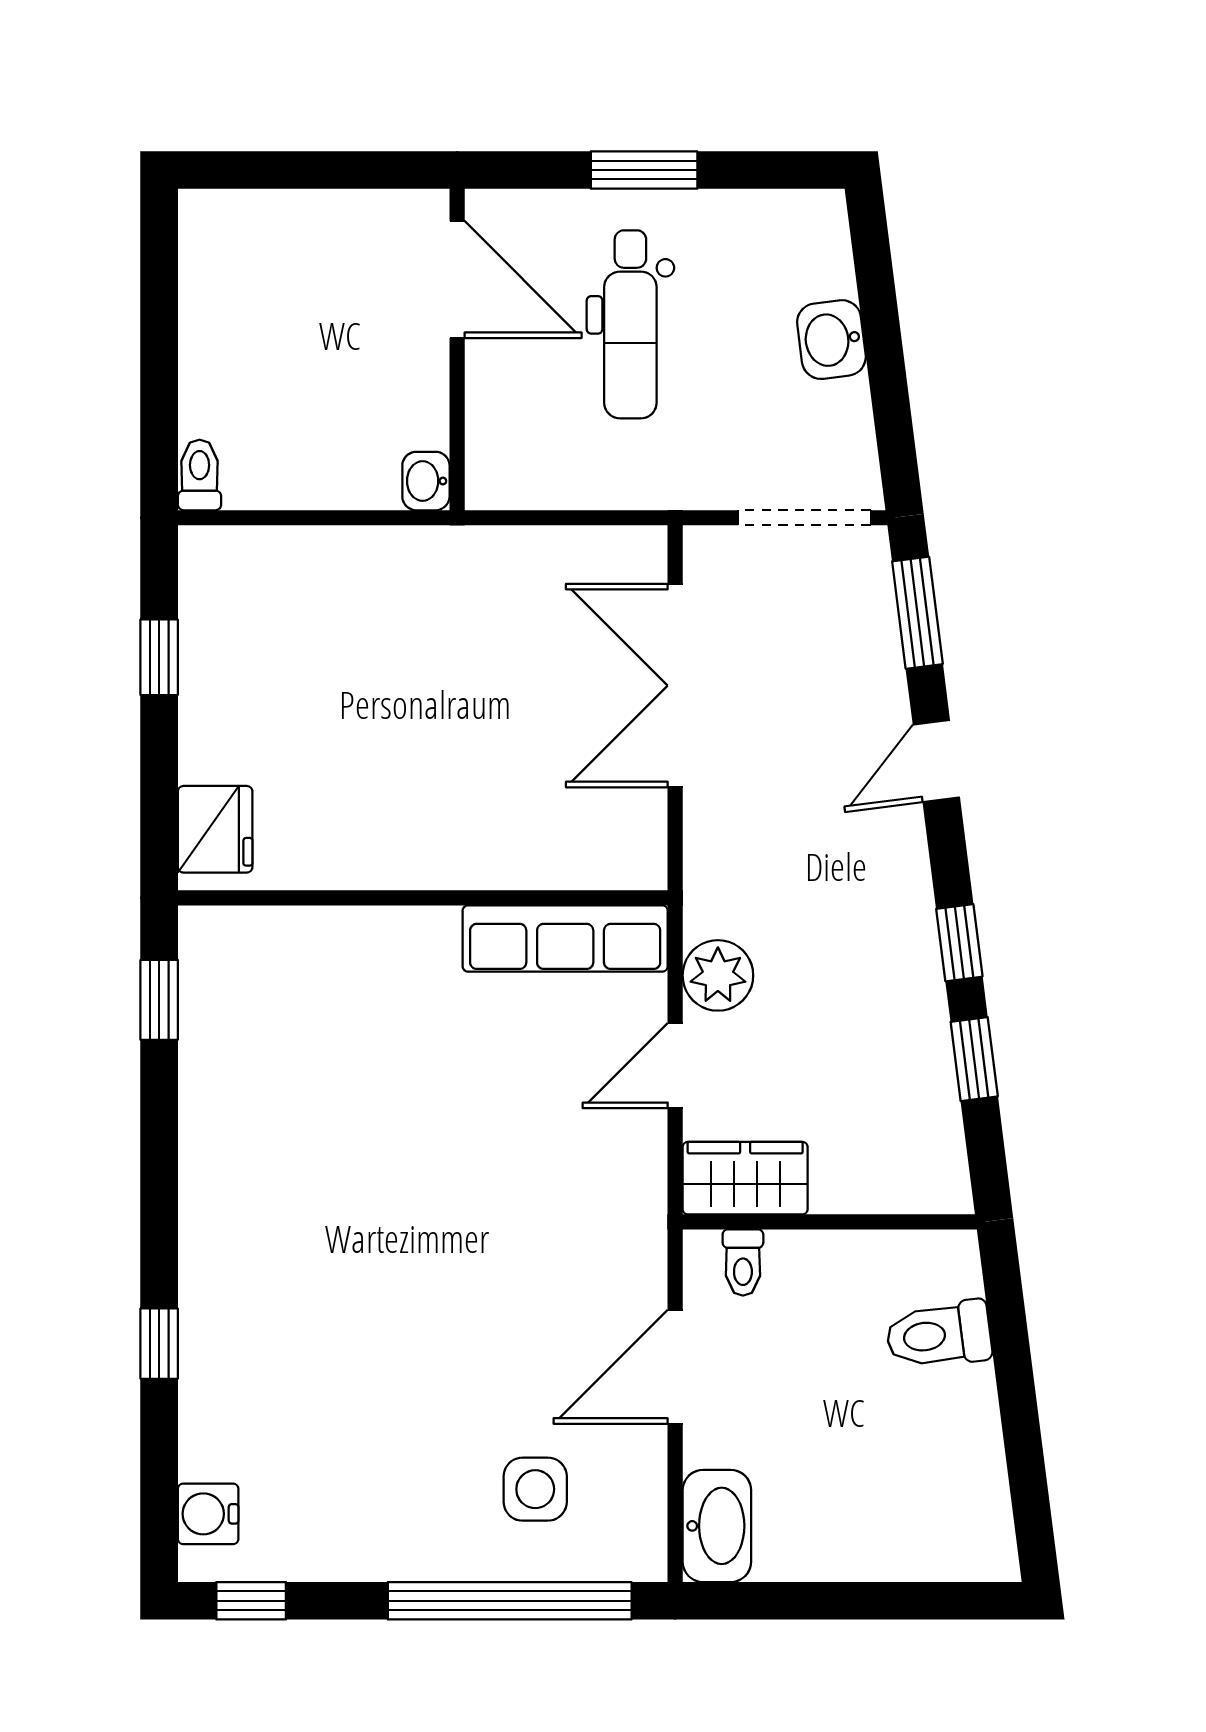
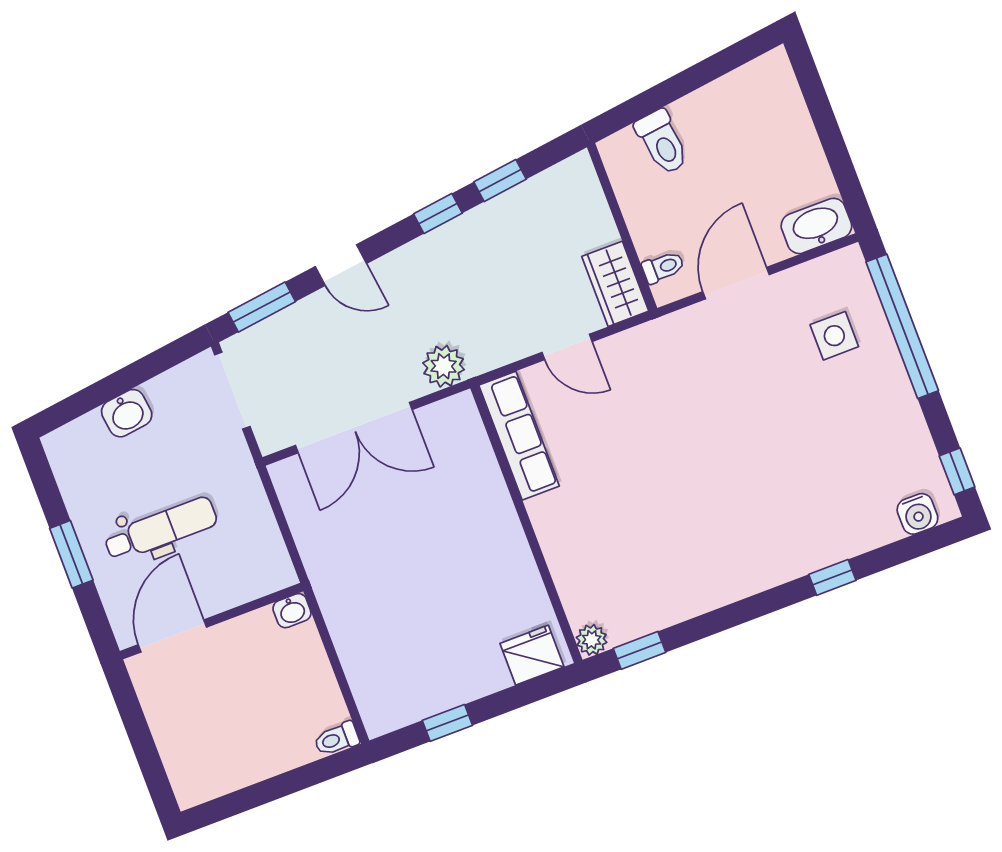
plant: (204, 931) -> (592, 640), added
plant: (718, 975) -> (444, 366), moved
door: (675, 1367) -> (736, 283), swing flipped

